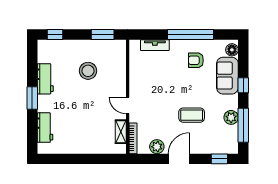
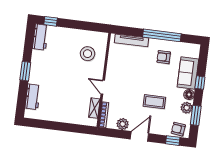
window: (103, 35) -> (90, 26), removed
tv unit: (155, 45) -> (132, 40), width x1.41
floor lamp: (232, 50) -> (189, 95), moved
stool: (88, 71) -> (88, 54), moved
workbench: (45, 79) -> (40, 37), moved
window: (243, 125) -> (196, 115), width x0.69
armchair: (224, 144) -> (178, 129), added

